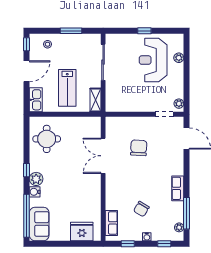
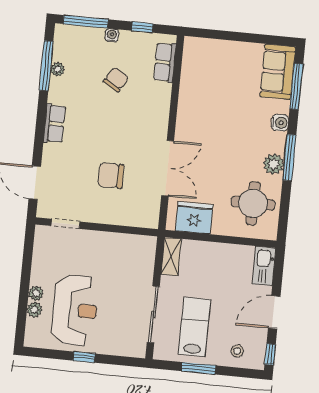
lab bench: (67, 88) -> (194, 327), moved
plant: (179, 104) -> (36, 293), moved
chair: (139, 148) -> (111, 175), turned 87
window: (26, 170) -> (289, 158), width x2.17
plant: (36, 179) -> (274, 164), moved
row of seats: (178, 188) -> (54, 124), moved
window: (26, 216) -> (296, 86), width x0.68
plant: (179, 227) -> (58, 69), moved
fridge: (82, 231) -> (194, 218), moved, turned 180
window: (164, 244) -> (86, 22), width x2.17

